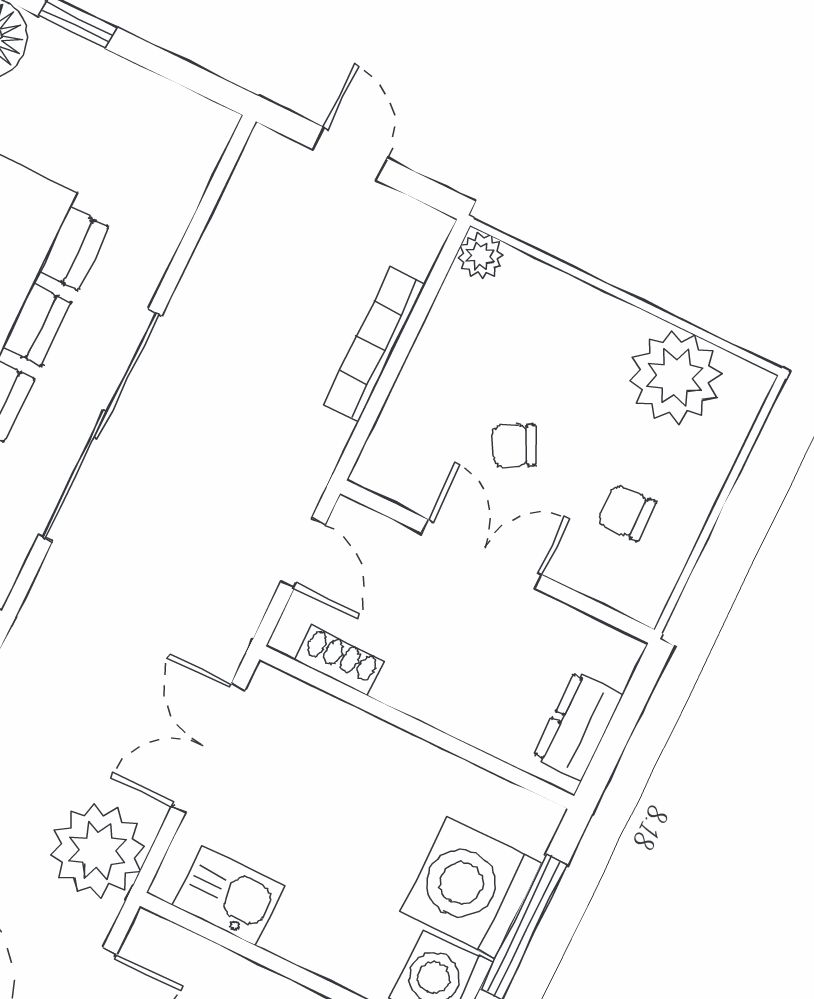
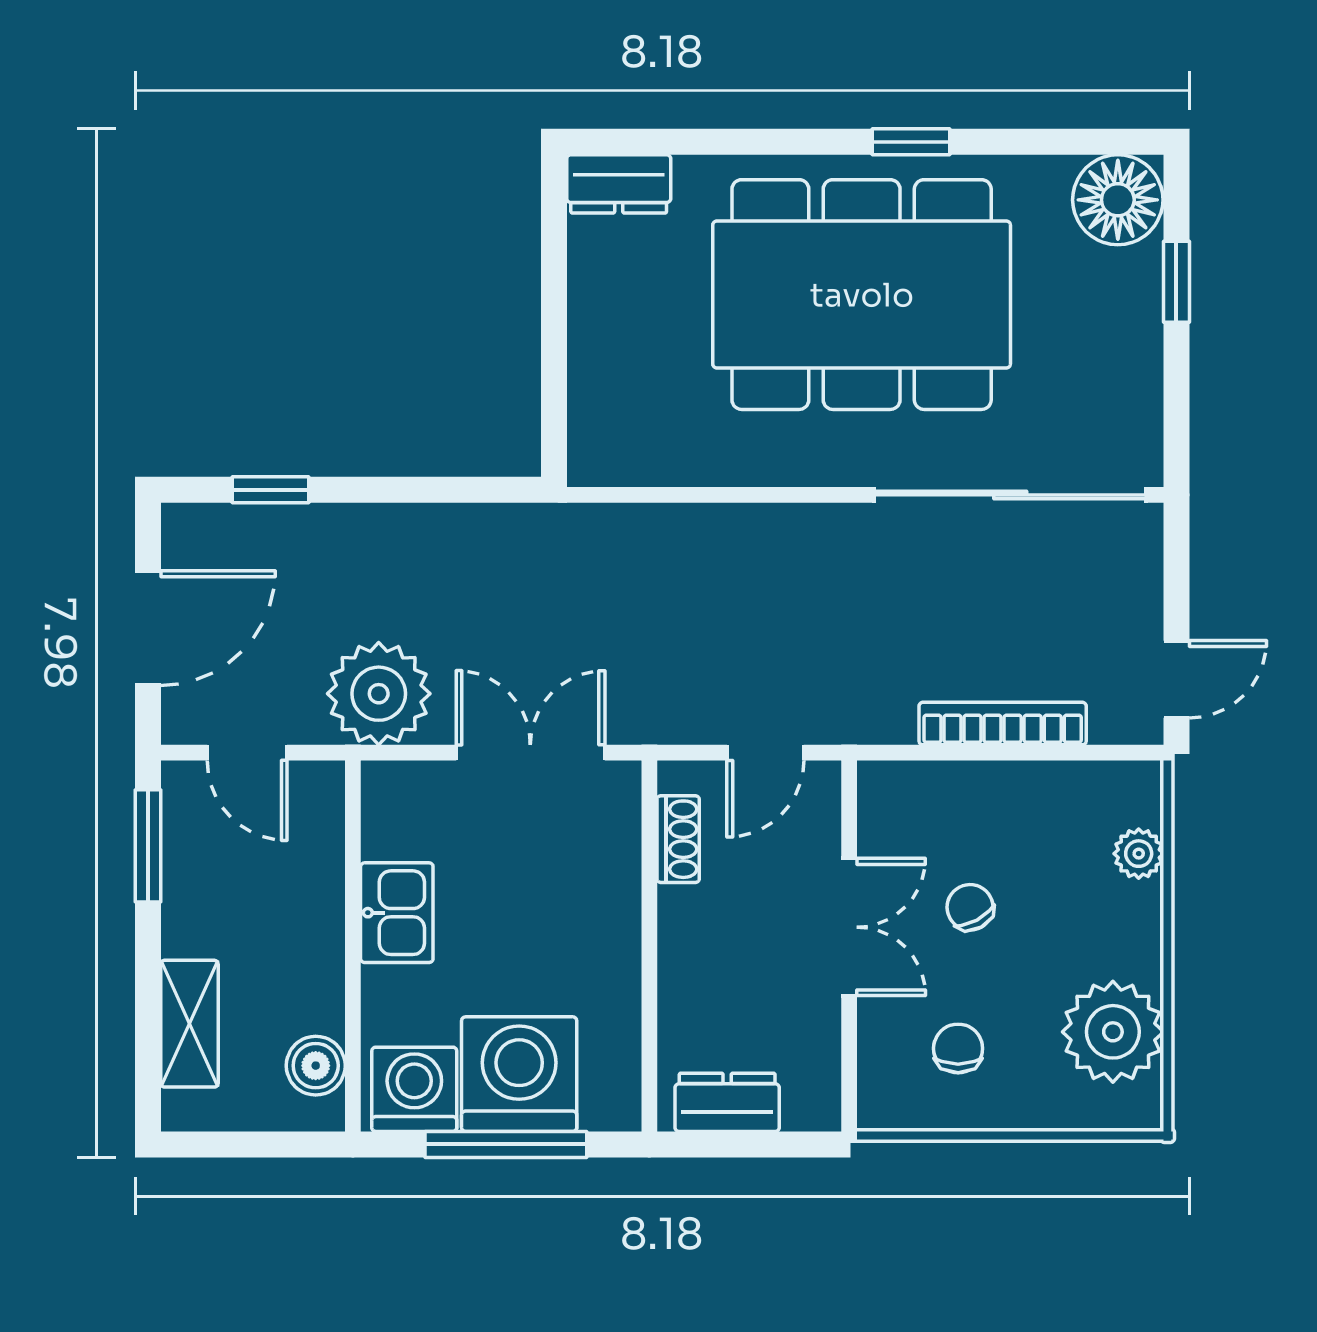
door: (350, 154) -> (1176, 679), moved
plant: (481, 256) -> (1139, 854), moved
sliding door: (100, 425) -> (1010, 495), moved
kitchen sink: (229, 896) -> (397, 913), moved

